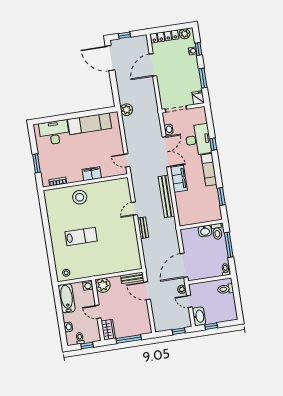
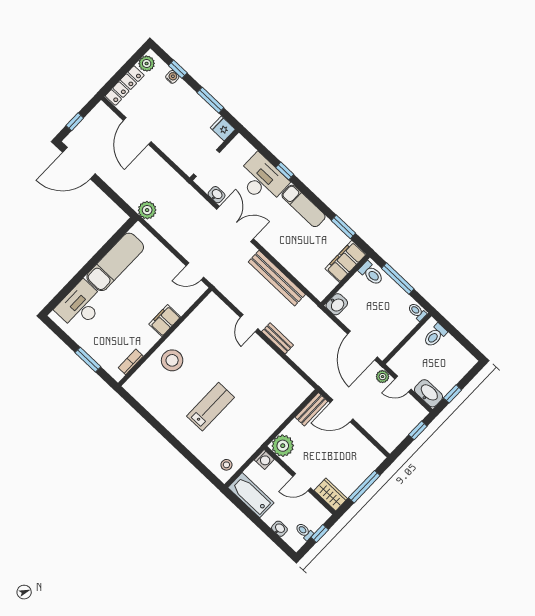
filing cabinet: (179, 179) -> (346, 261), moved, turned -90
washbasin: (205, 231) -> (337, 304), moved

